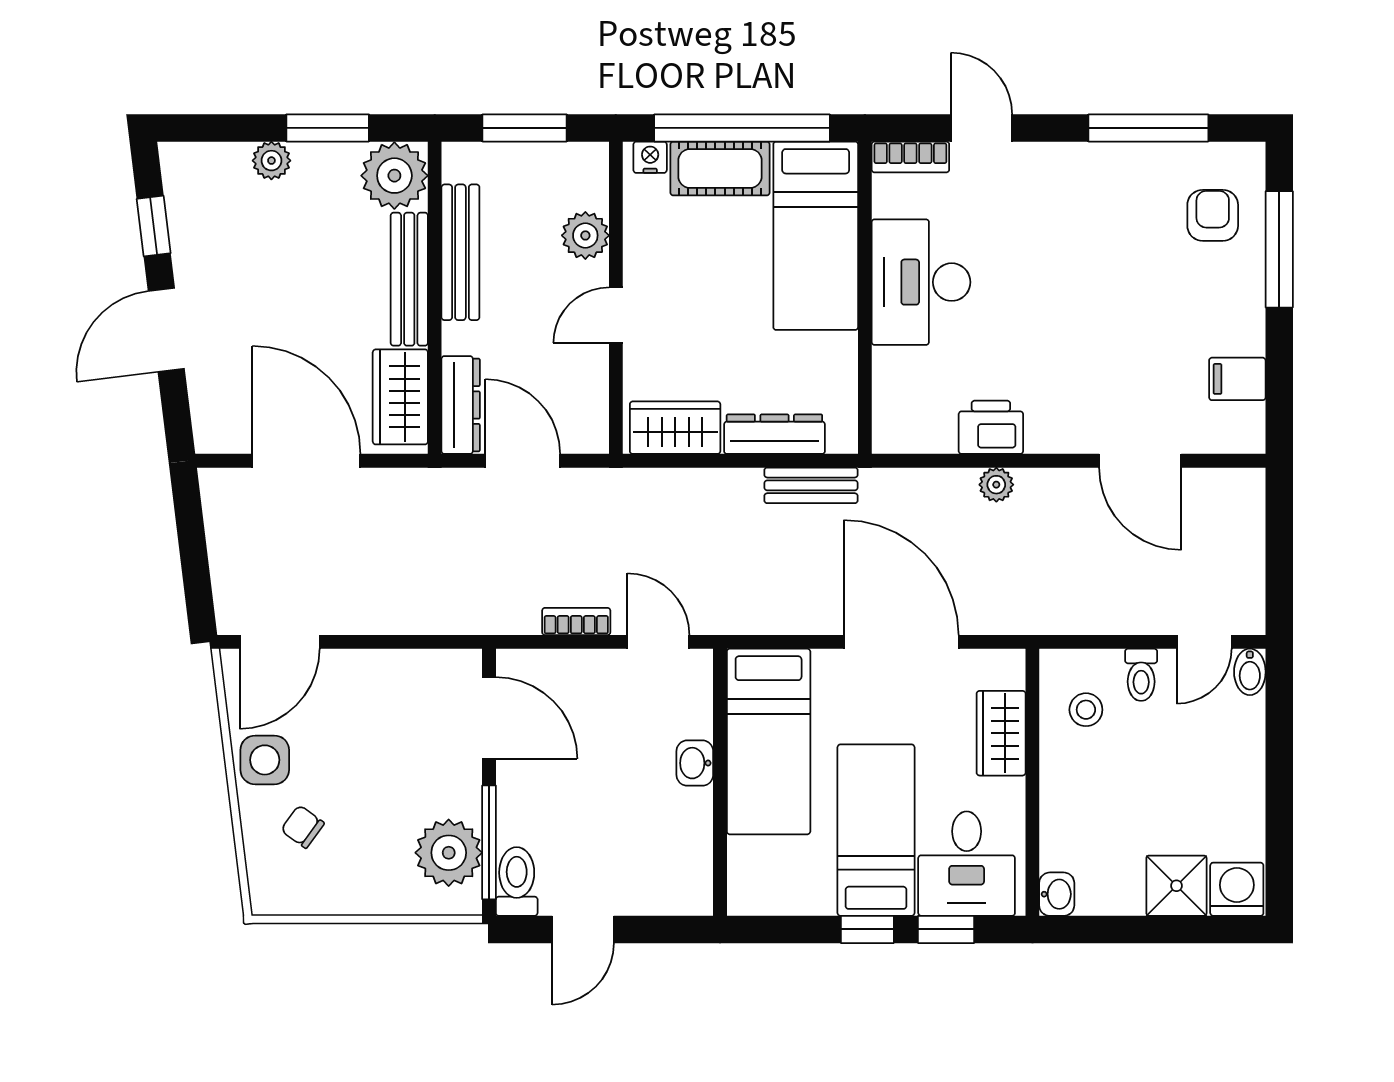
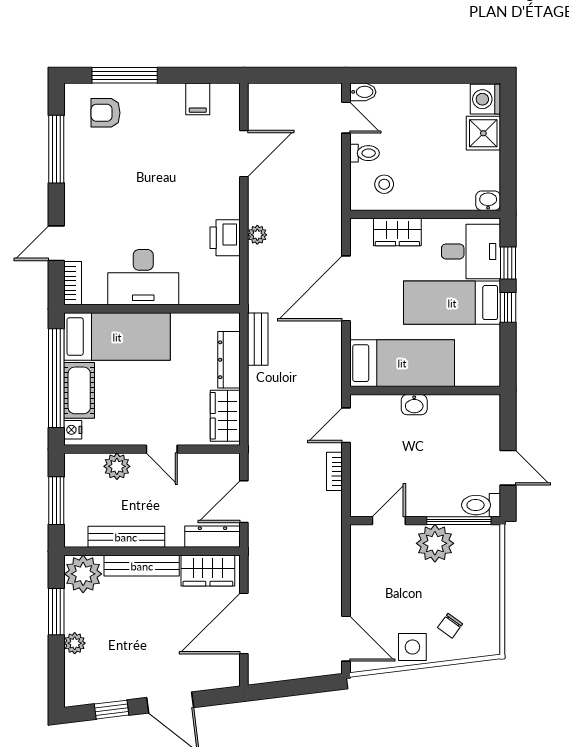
door: (489, 718) -> (389, 521), width x0.73
plant: (449, 853) -> (435, 543), moved

